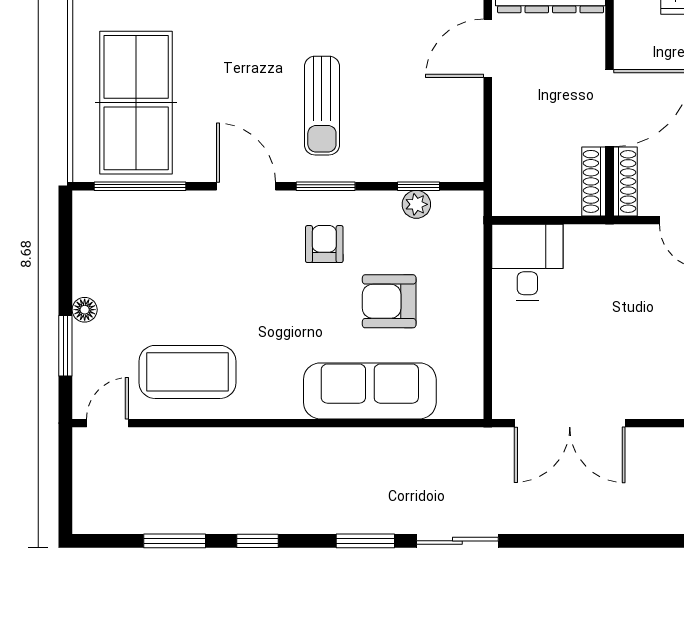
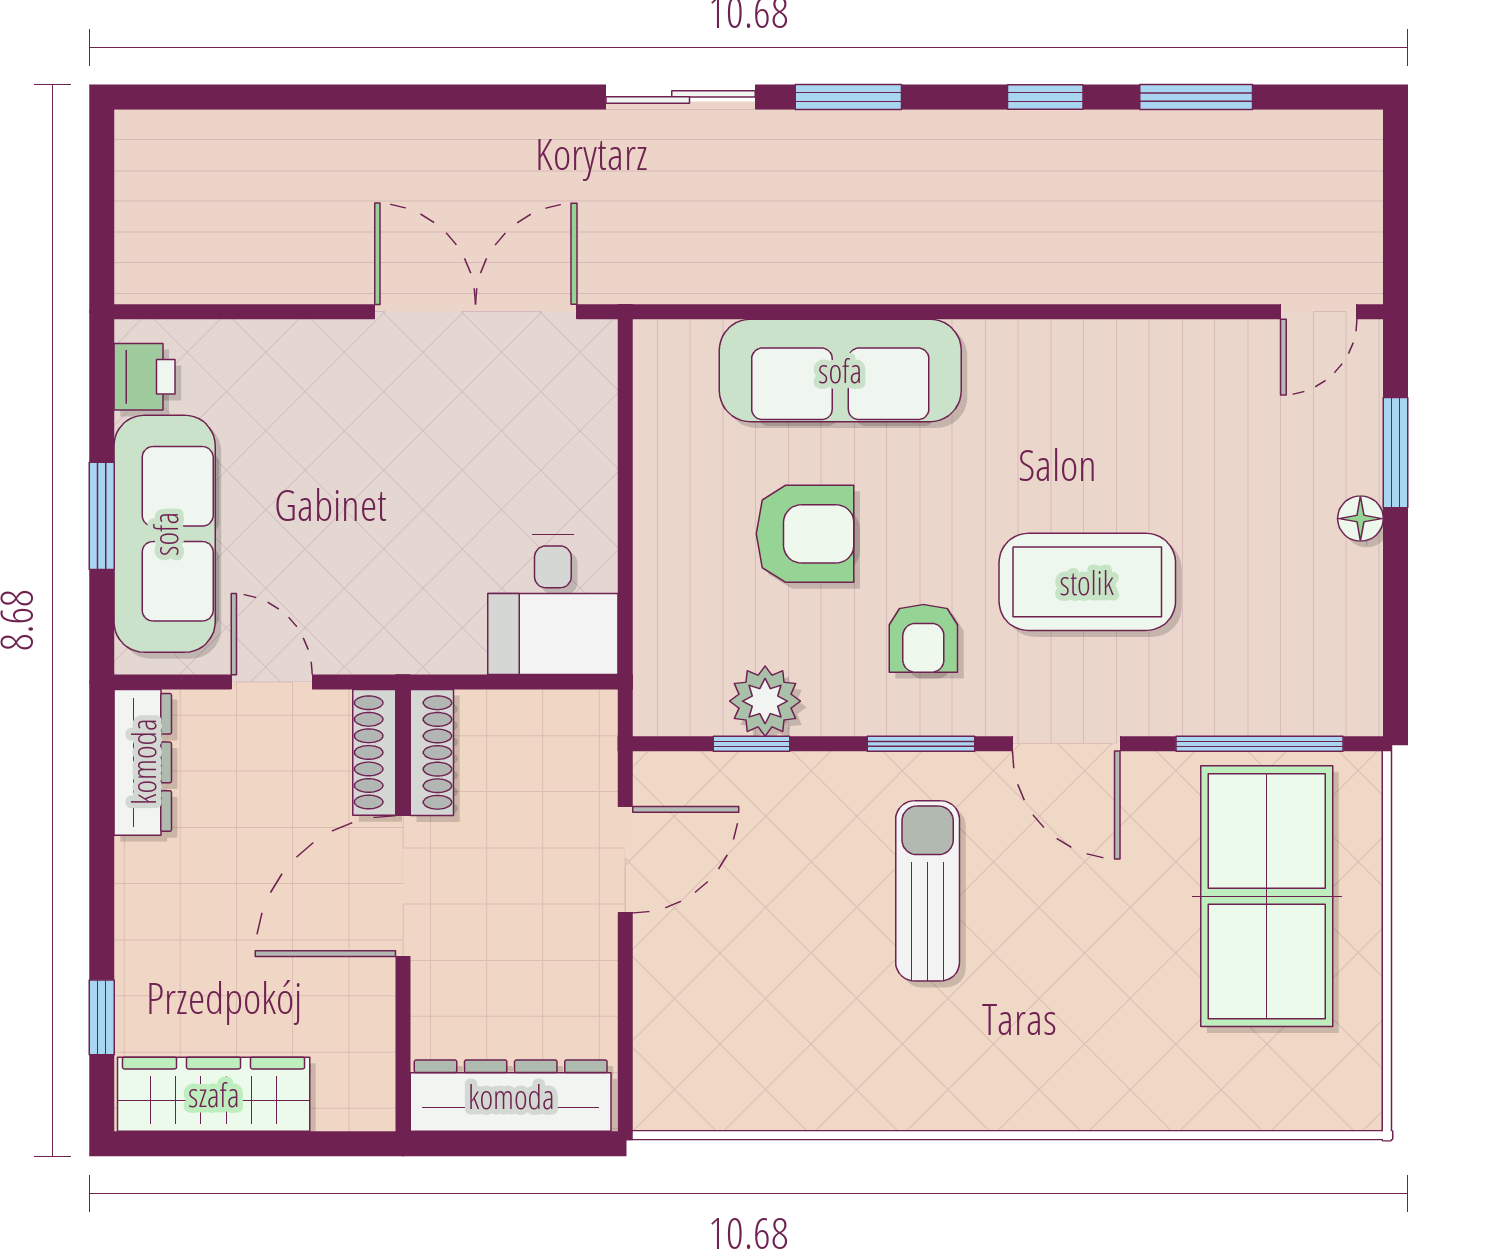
door: (488, 48) -> (625, 860), moved
plant: (416, 204) -> (765, 701), width x1.38, depth x1.38
coffee table: (187, 372) -> (1087, 582), moved

